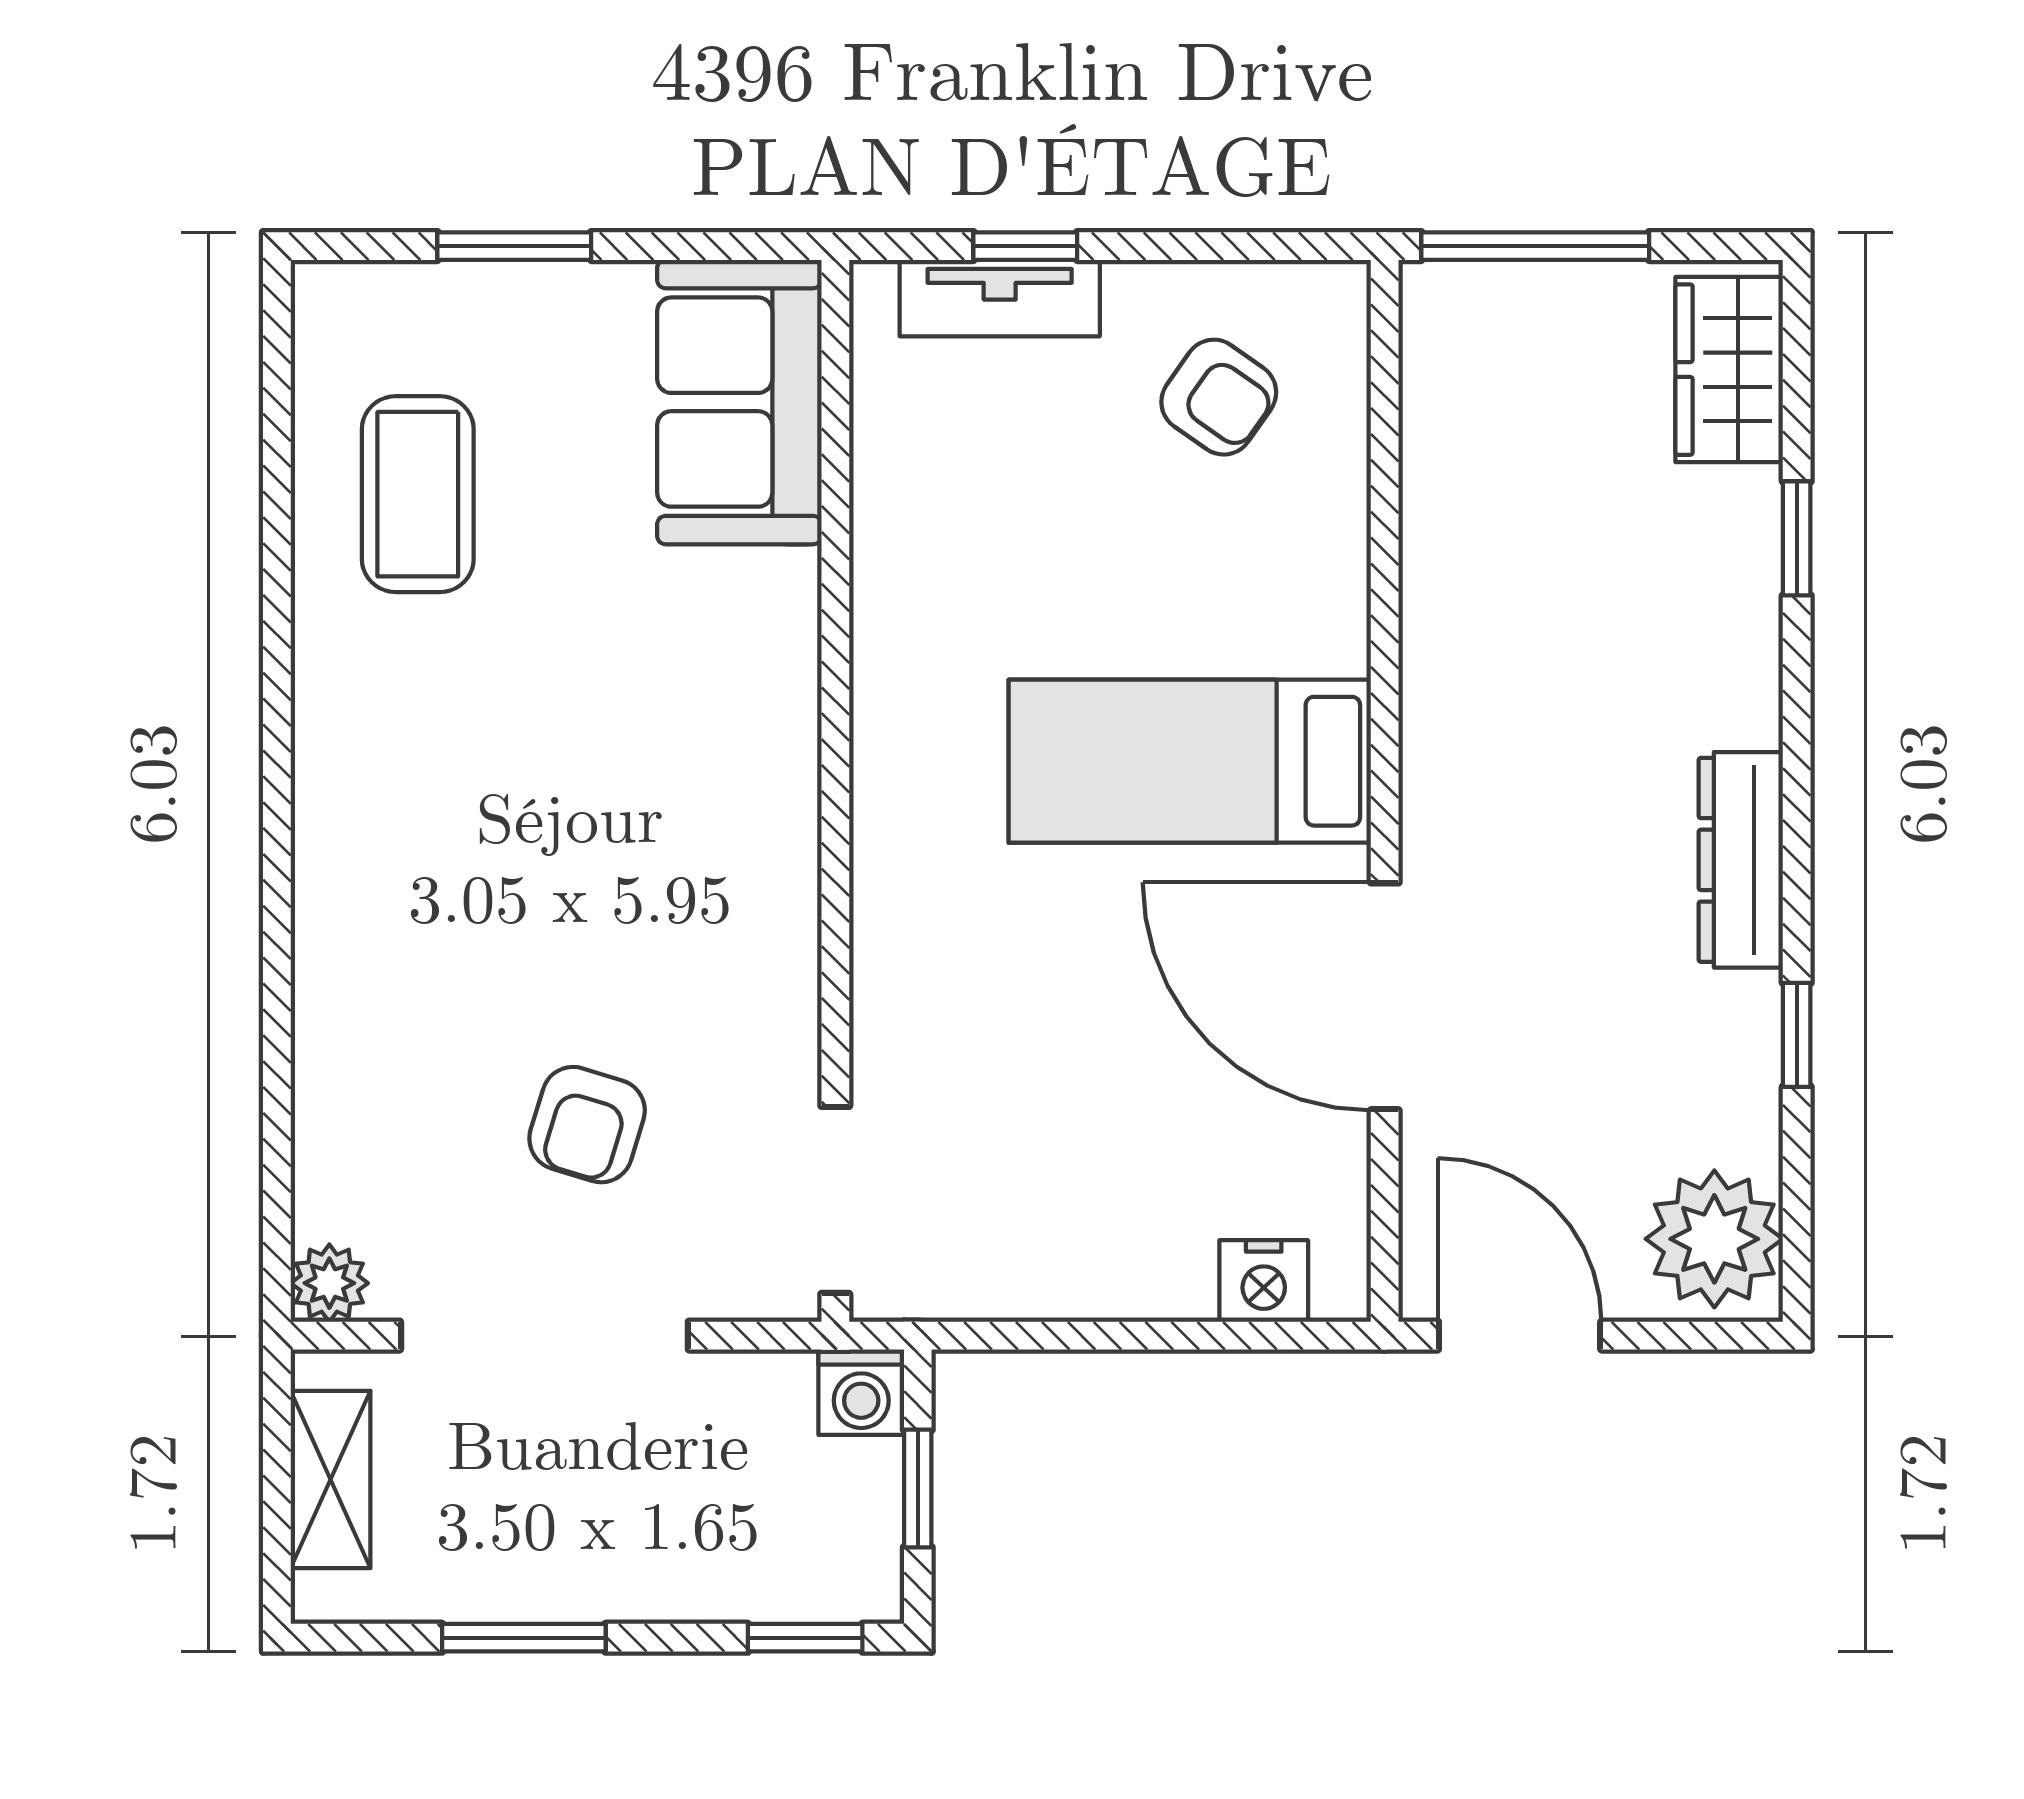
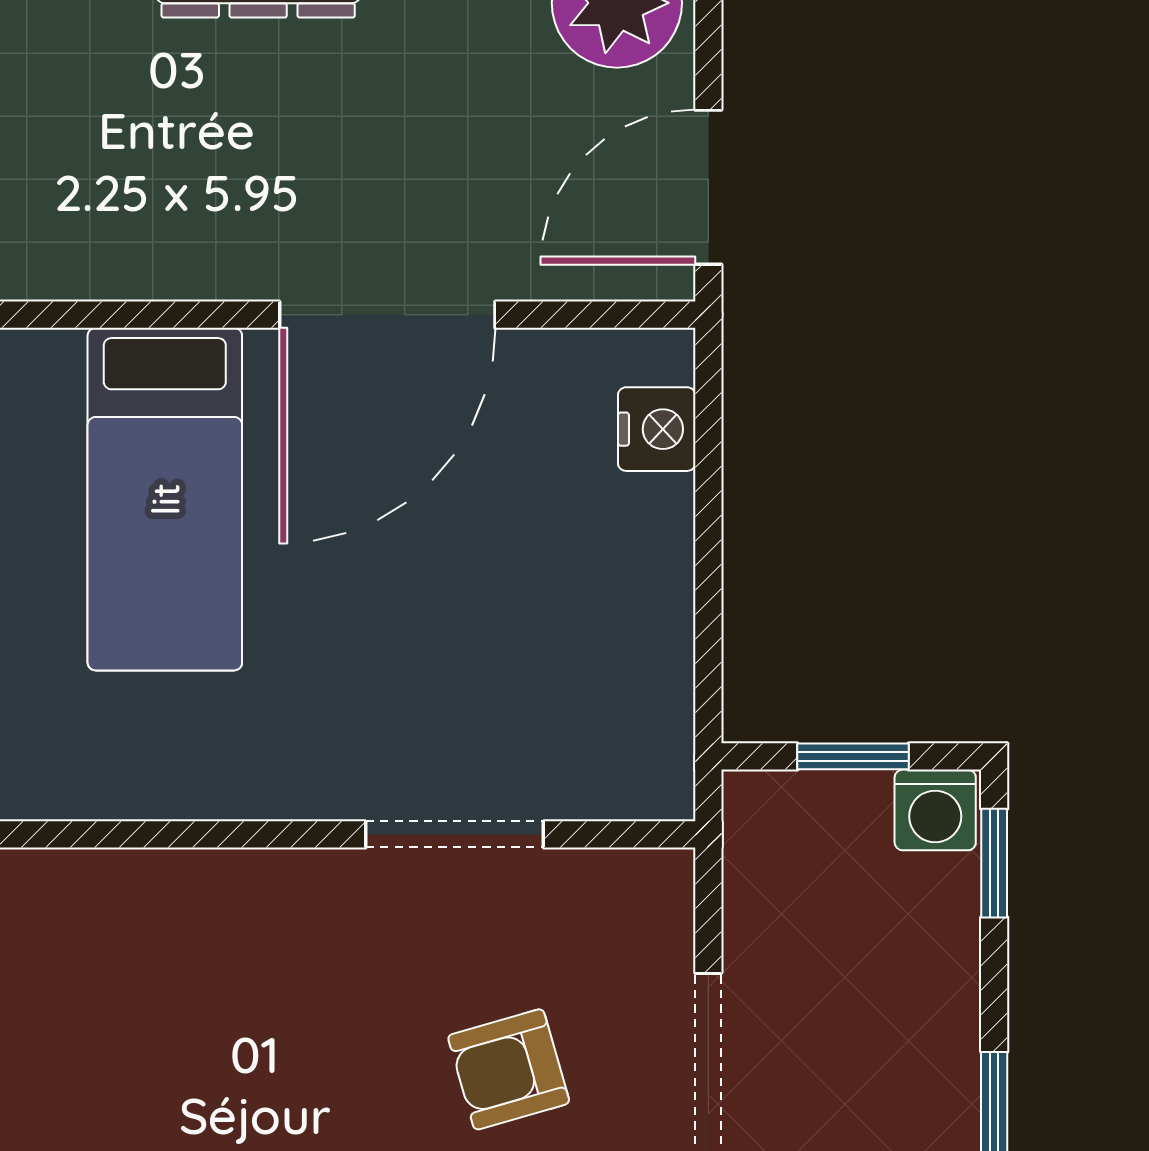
armchair: (587, 1125) -> (509, 1069), turned 147
doorway: (835, 1200) -> (455, 834), moved
washing machine: (861, 1392) -> (935, 810), moved, turned 90

